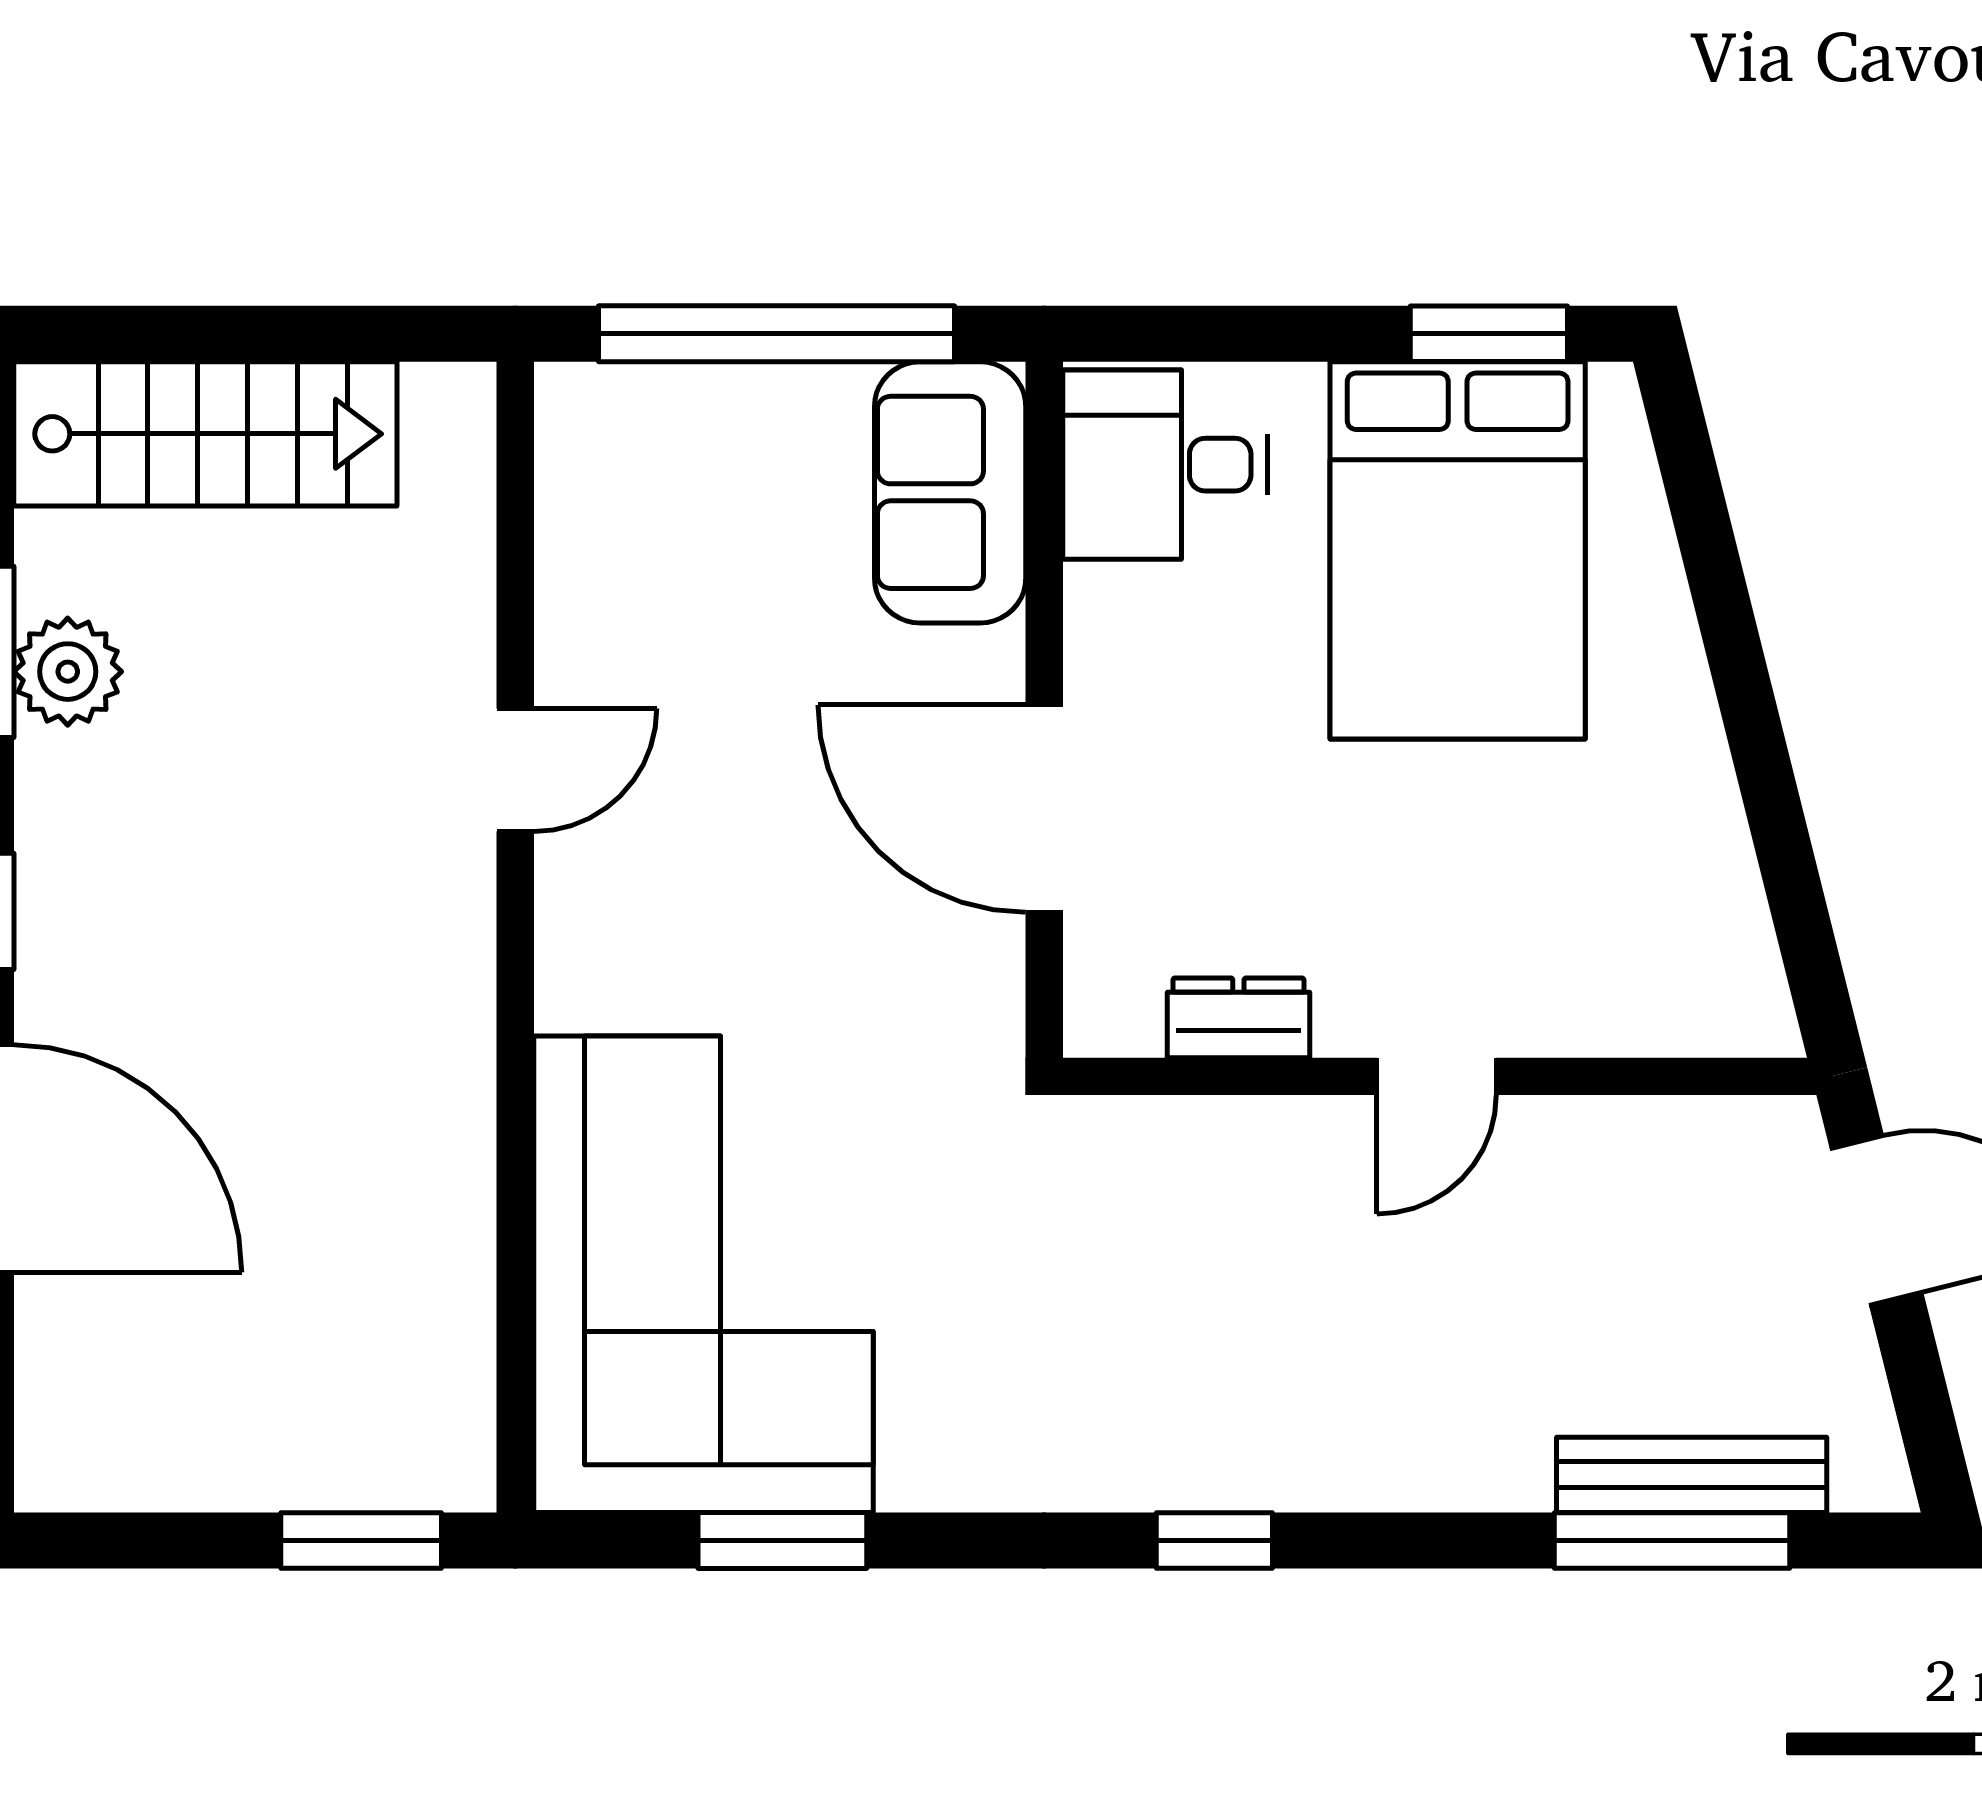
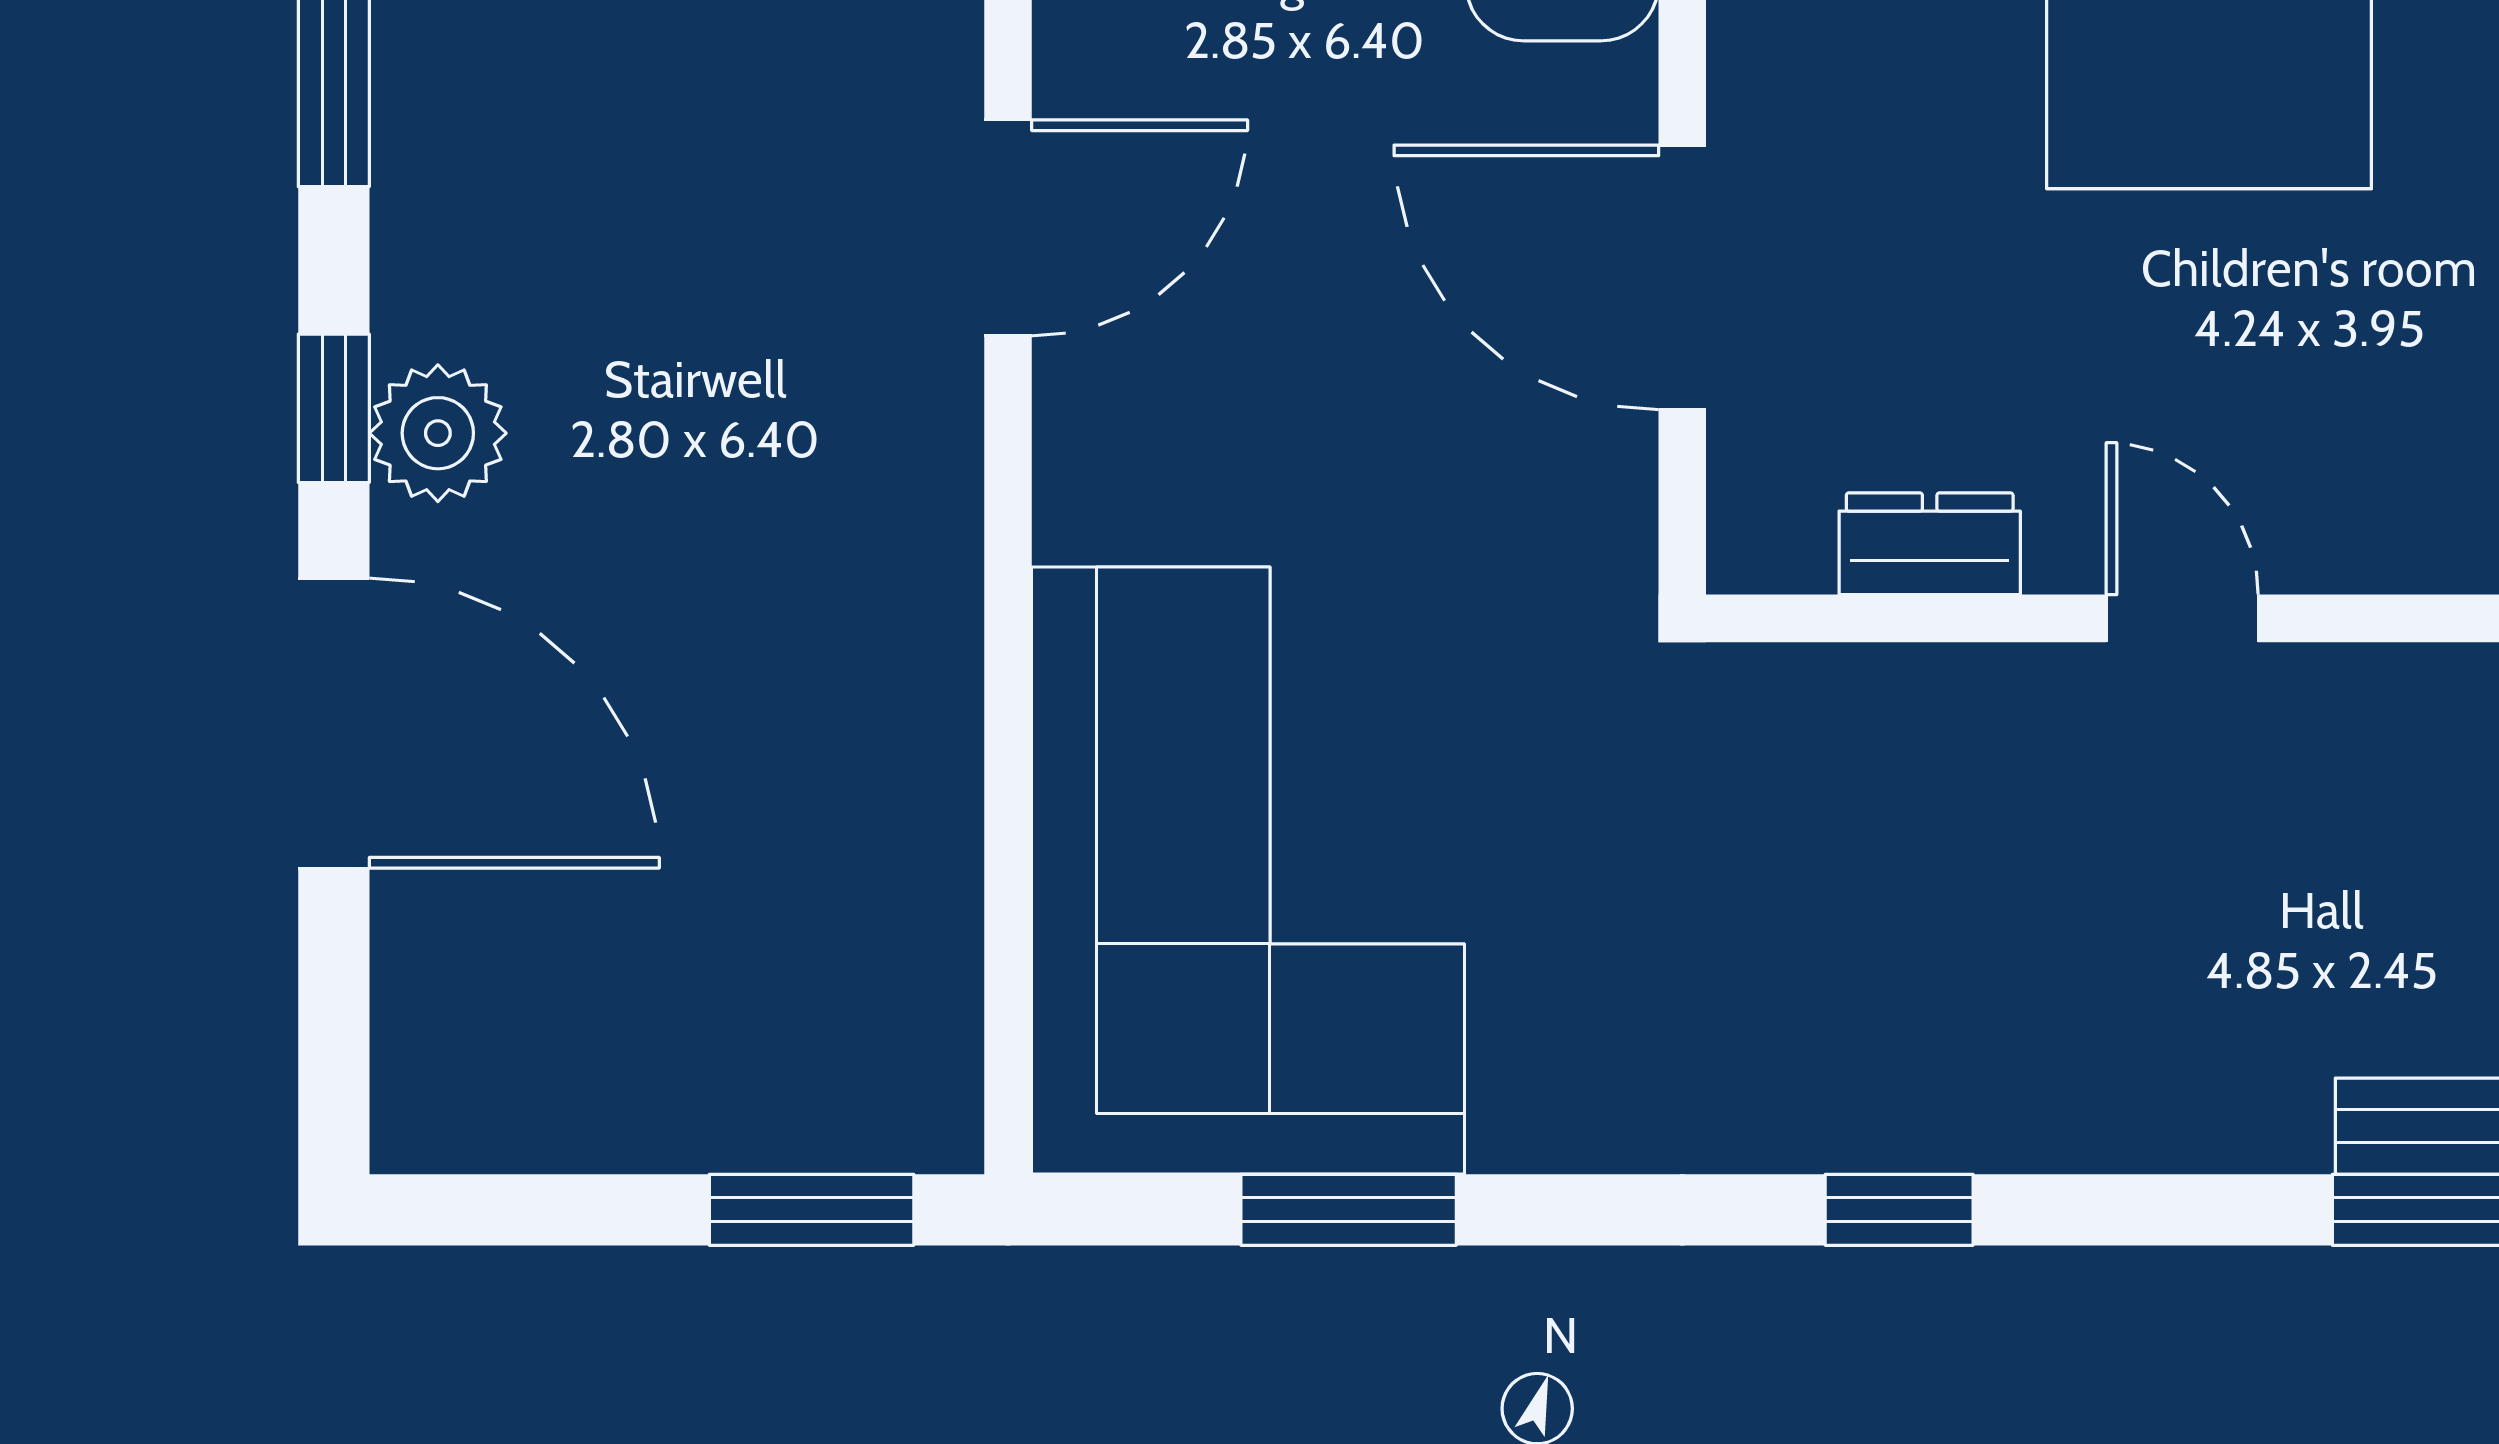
plant: (68, 672) -> (438, 433), moved
door: (515, 770) -> (1008, 228), width x1.38
door: (1437, 1076) -> (2182, 618), swing flipped

